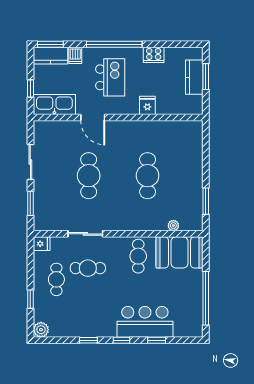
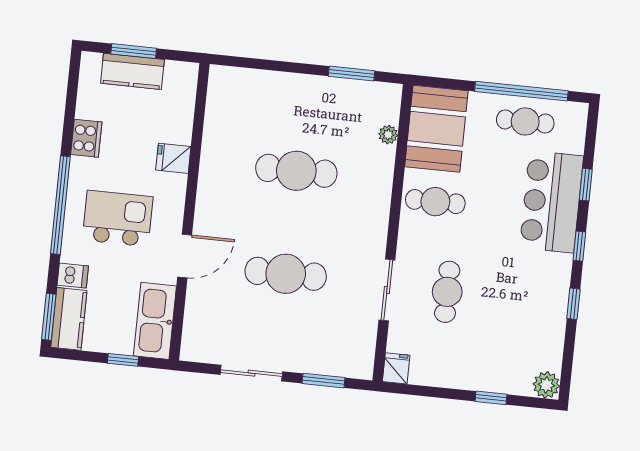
cafe table: (56, 279) -> (525, 121), moved

